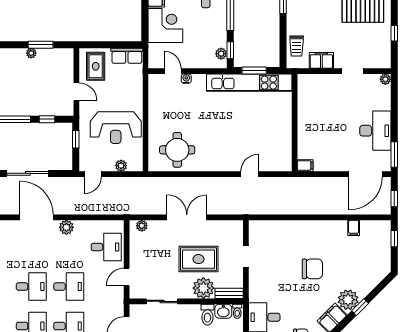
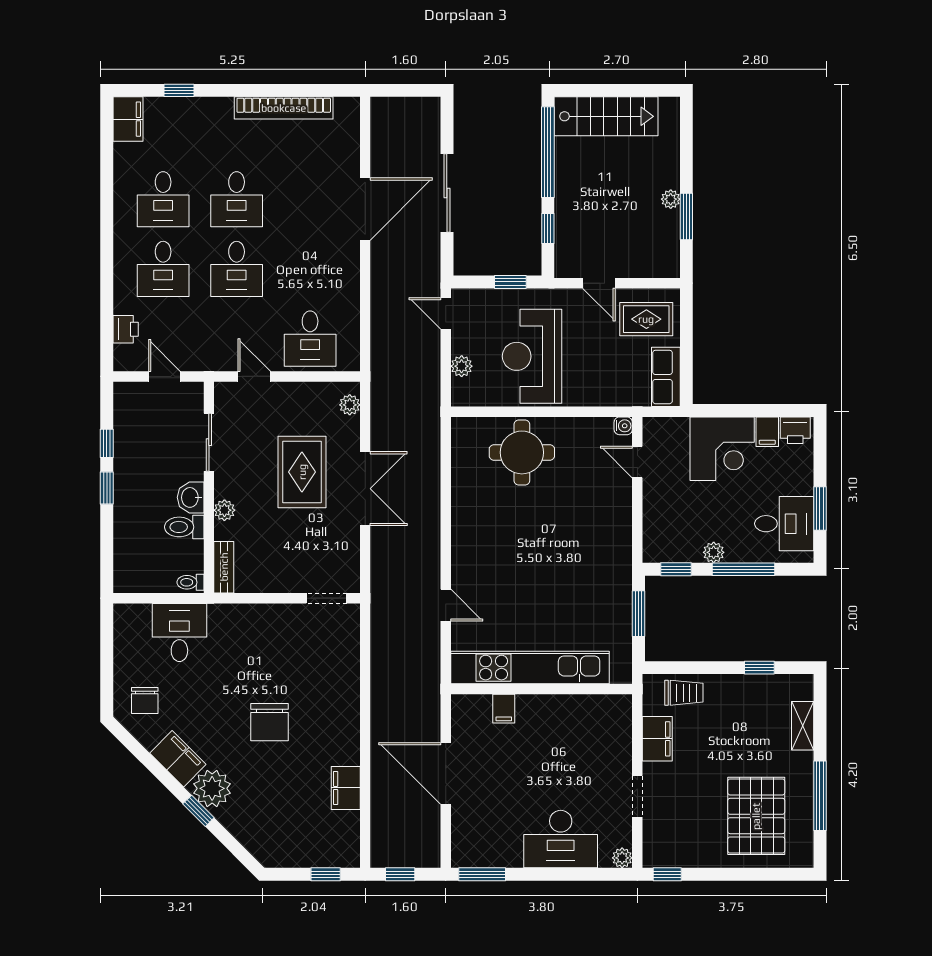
window: (394, 33) -> (667, 874), moved
trolley: (297, 46) -> (684, 693), turned 180
plant: (221, 54) -> (714, 552), moved
door: (173, 71) -> (637, 462), swing flipped
water cooler: (186, 79) -> (623, 426), moved
kitchen unit: (249, 83) -> (530, 668), moved, turned 90
door: (76, 92) -> (599, 283), hinge flipped
desk: (375, 131) -> (561, 839), moved
round table: (177, 150) -> (522, 452), moved
filing cabinet: (305, 165) -> (504, 709), moved
door: (366, 174) -> (446, 773), moved
plant: (66, 227) -> (347, 265), removed
filing cabinet: (354, 228) -> (346, 788), width x2.00
doorway: (246, 257) -> (326, 598), moved
rug: (199, 259) -> (302, 472), moved
plant: (203, 288) -> (224, 510), width x0.53, depth x0.53
washbasin: (223, 311) -> (191, 497), moved

